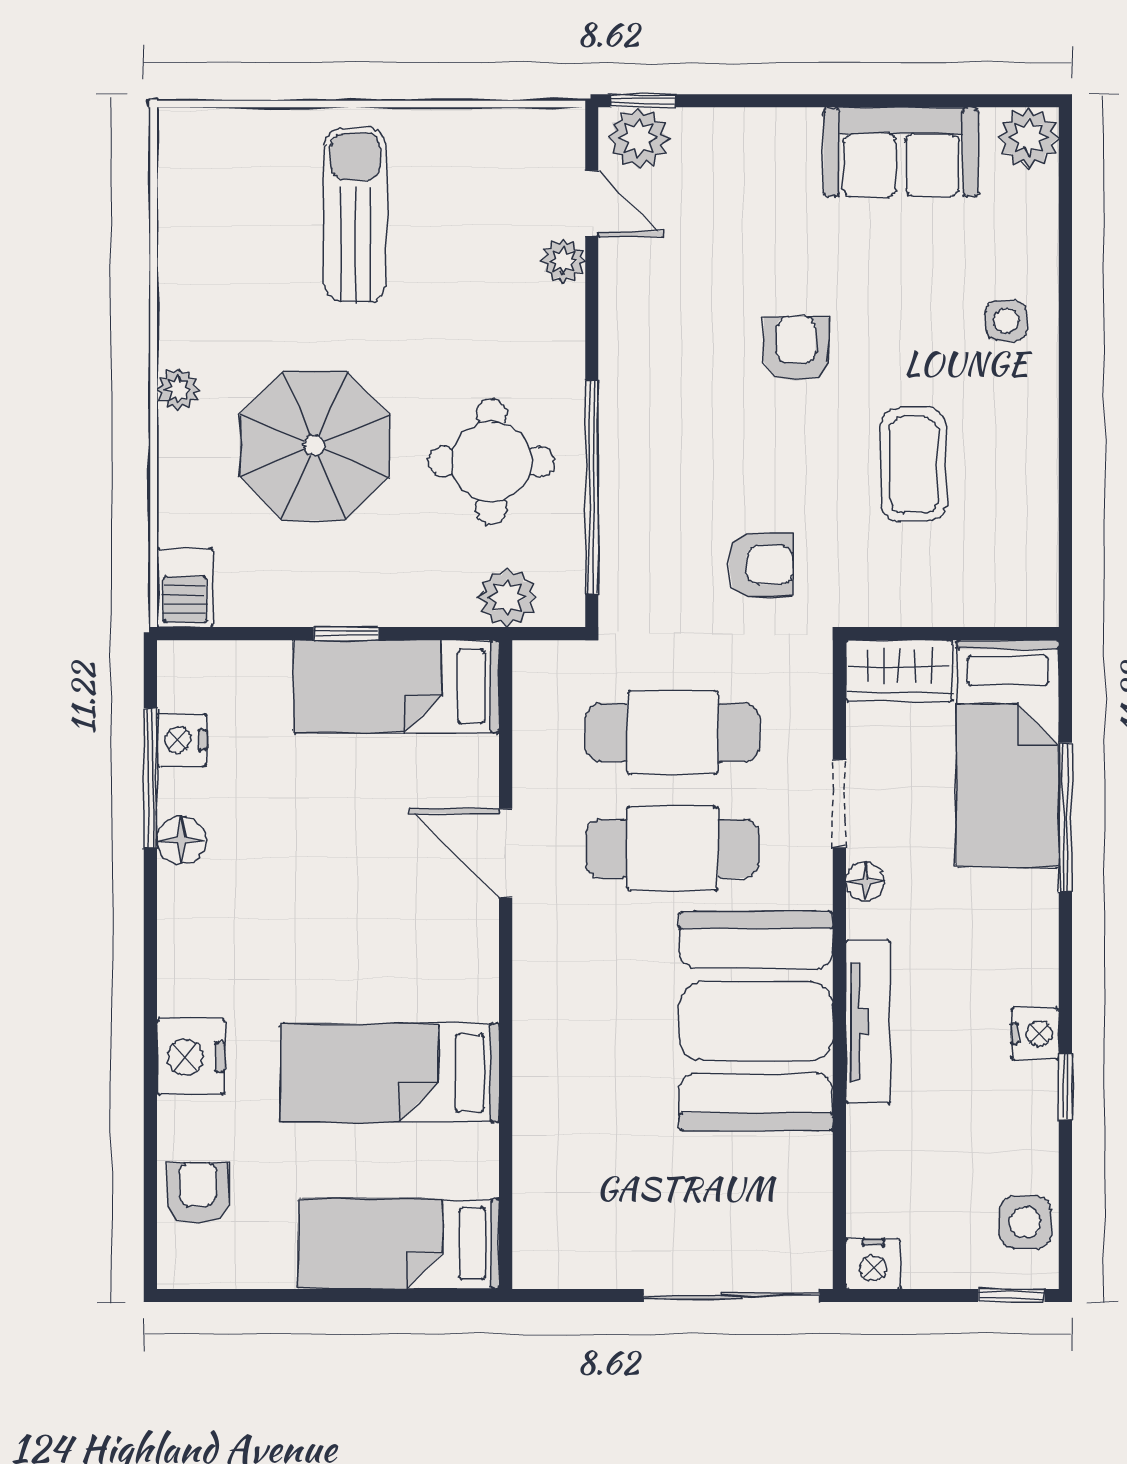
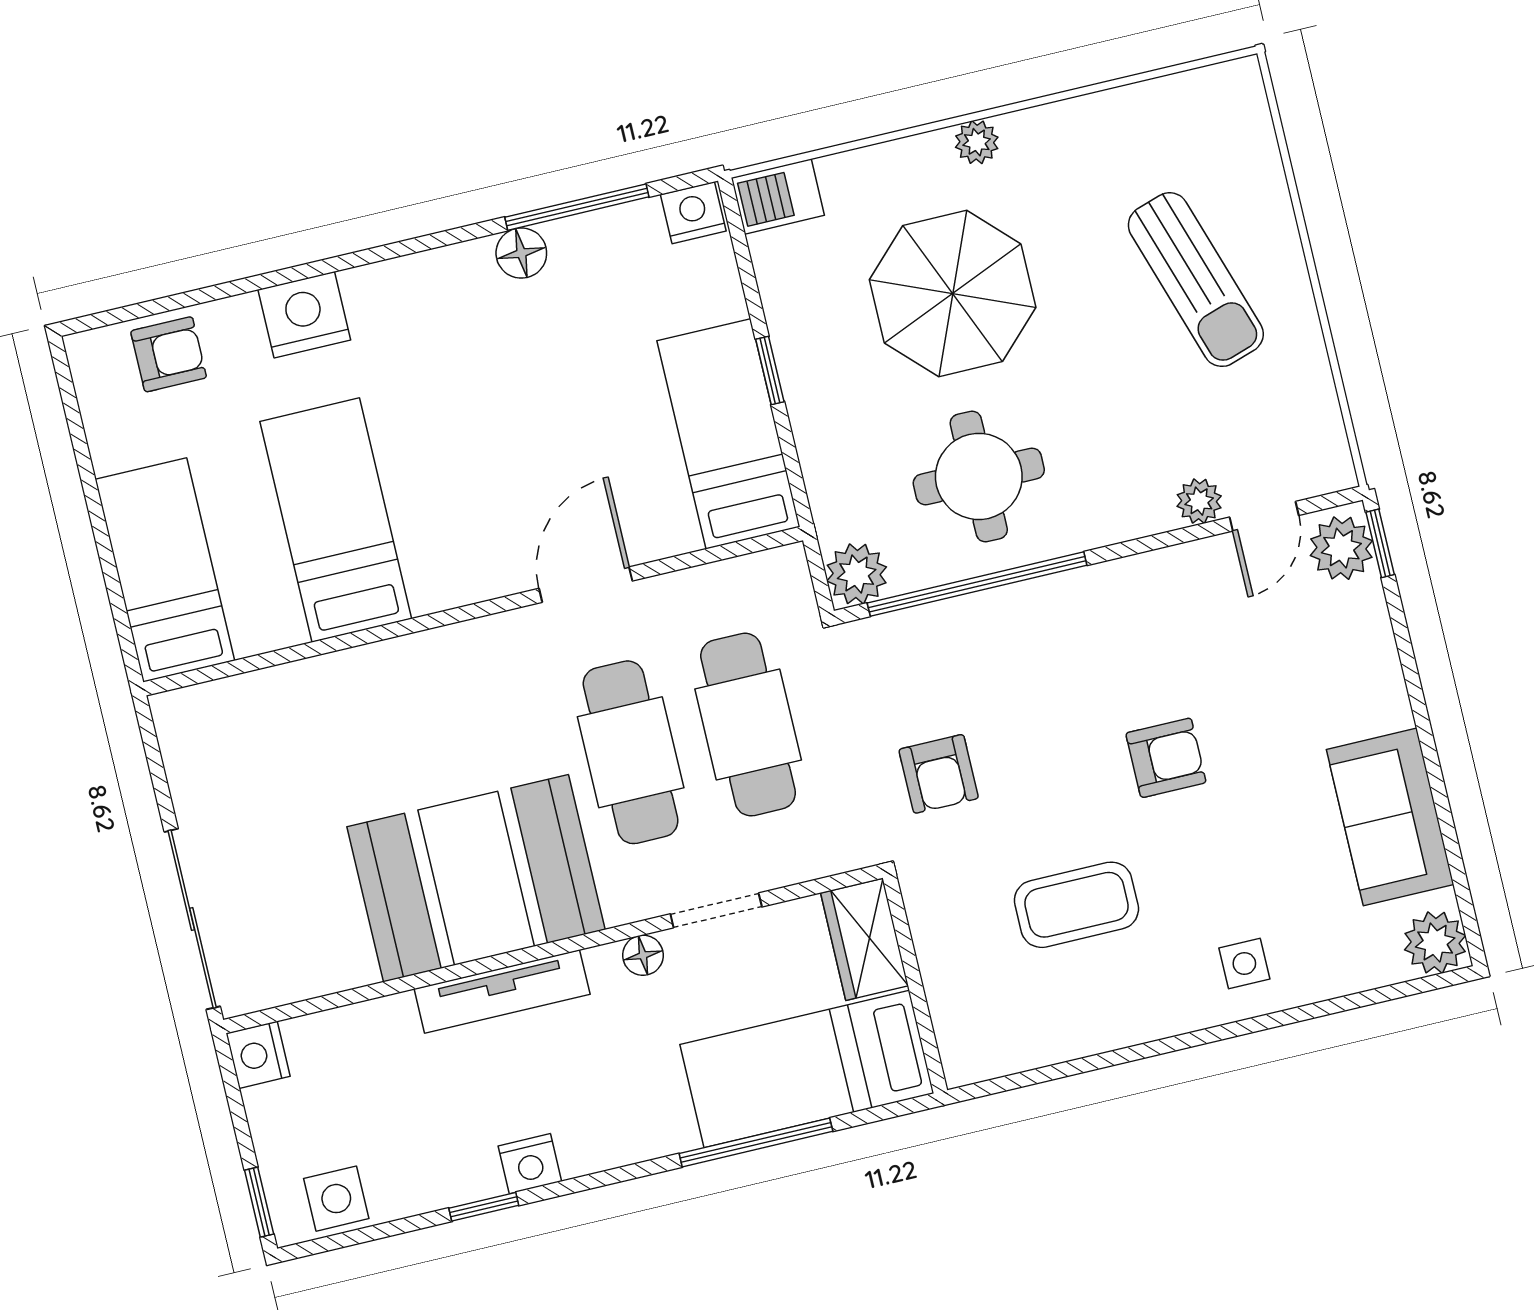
sun lounger: (355, 215) -> (1196, 280), turned 72
plant: (507, 597) -> (857, 574), moved
nightstand: (181, 740) -> (693, 213), moved

